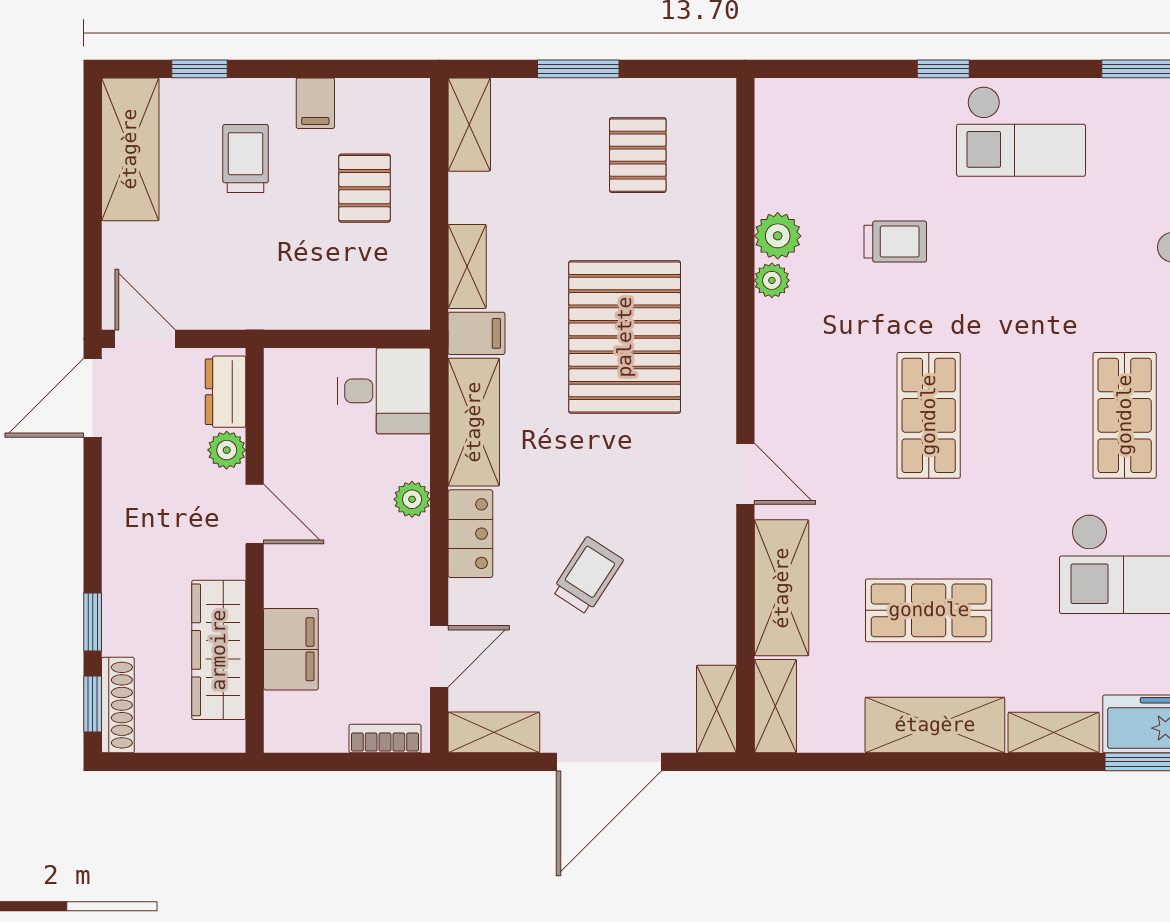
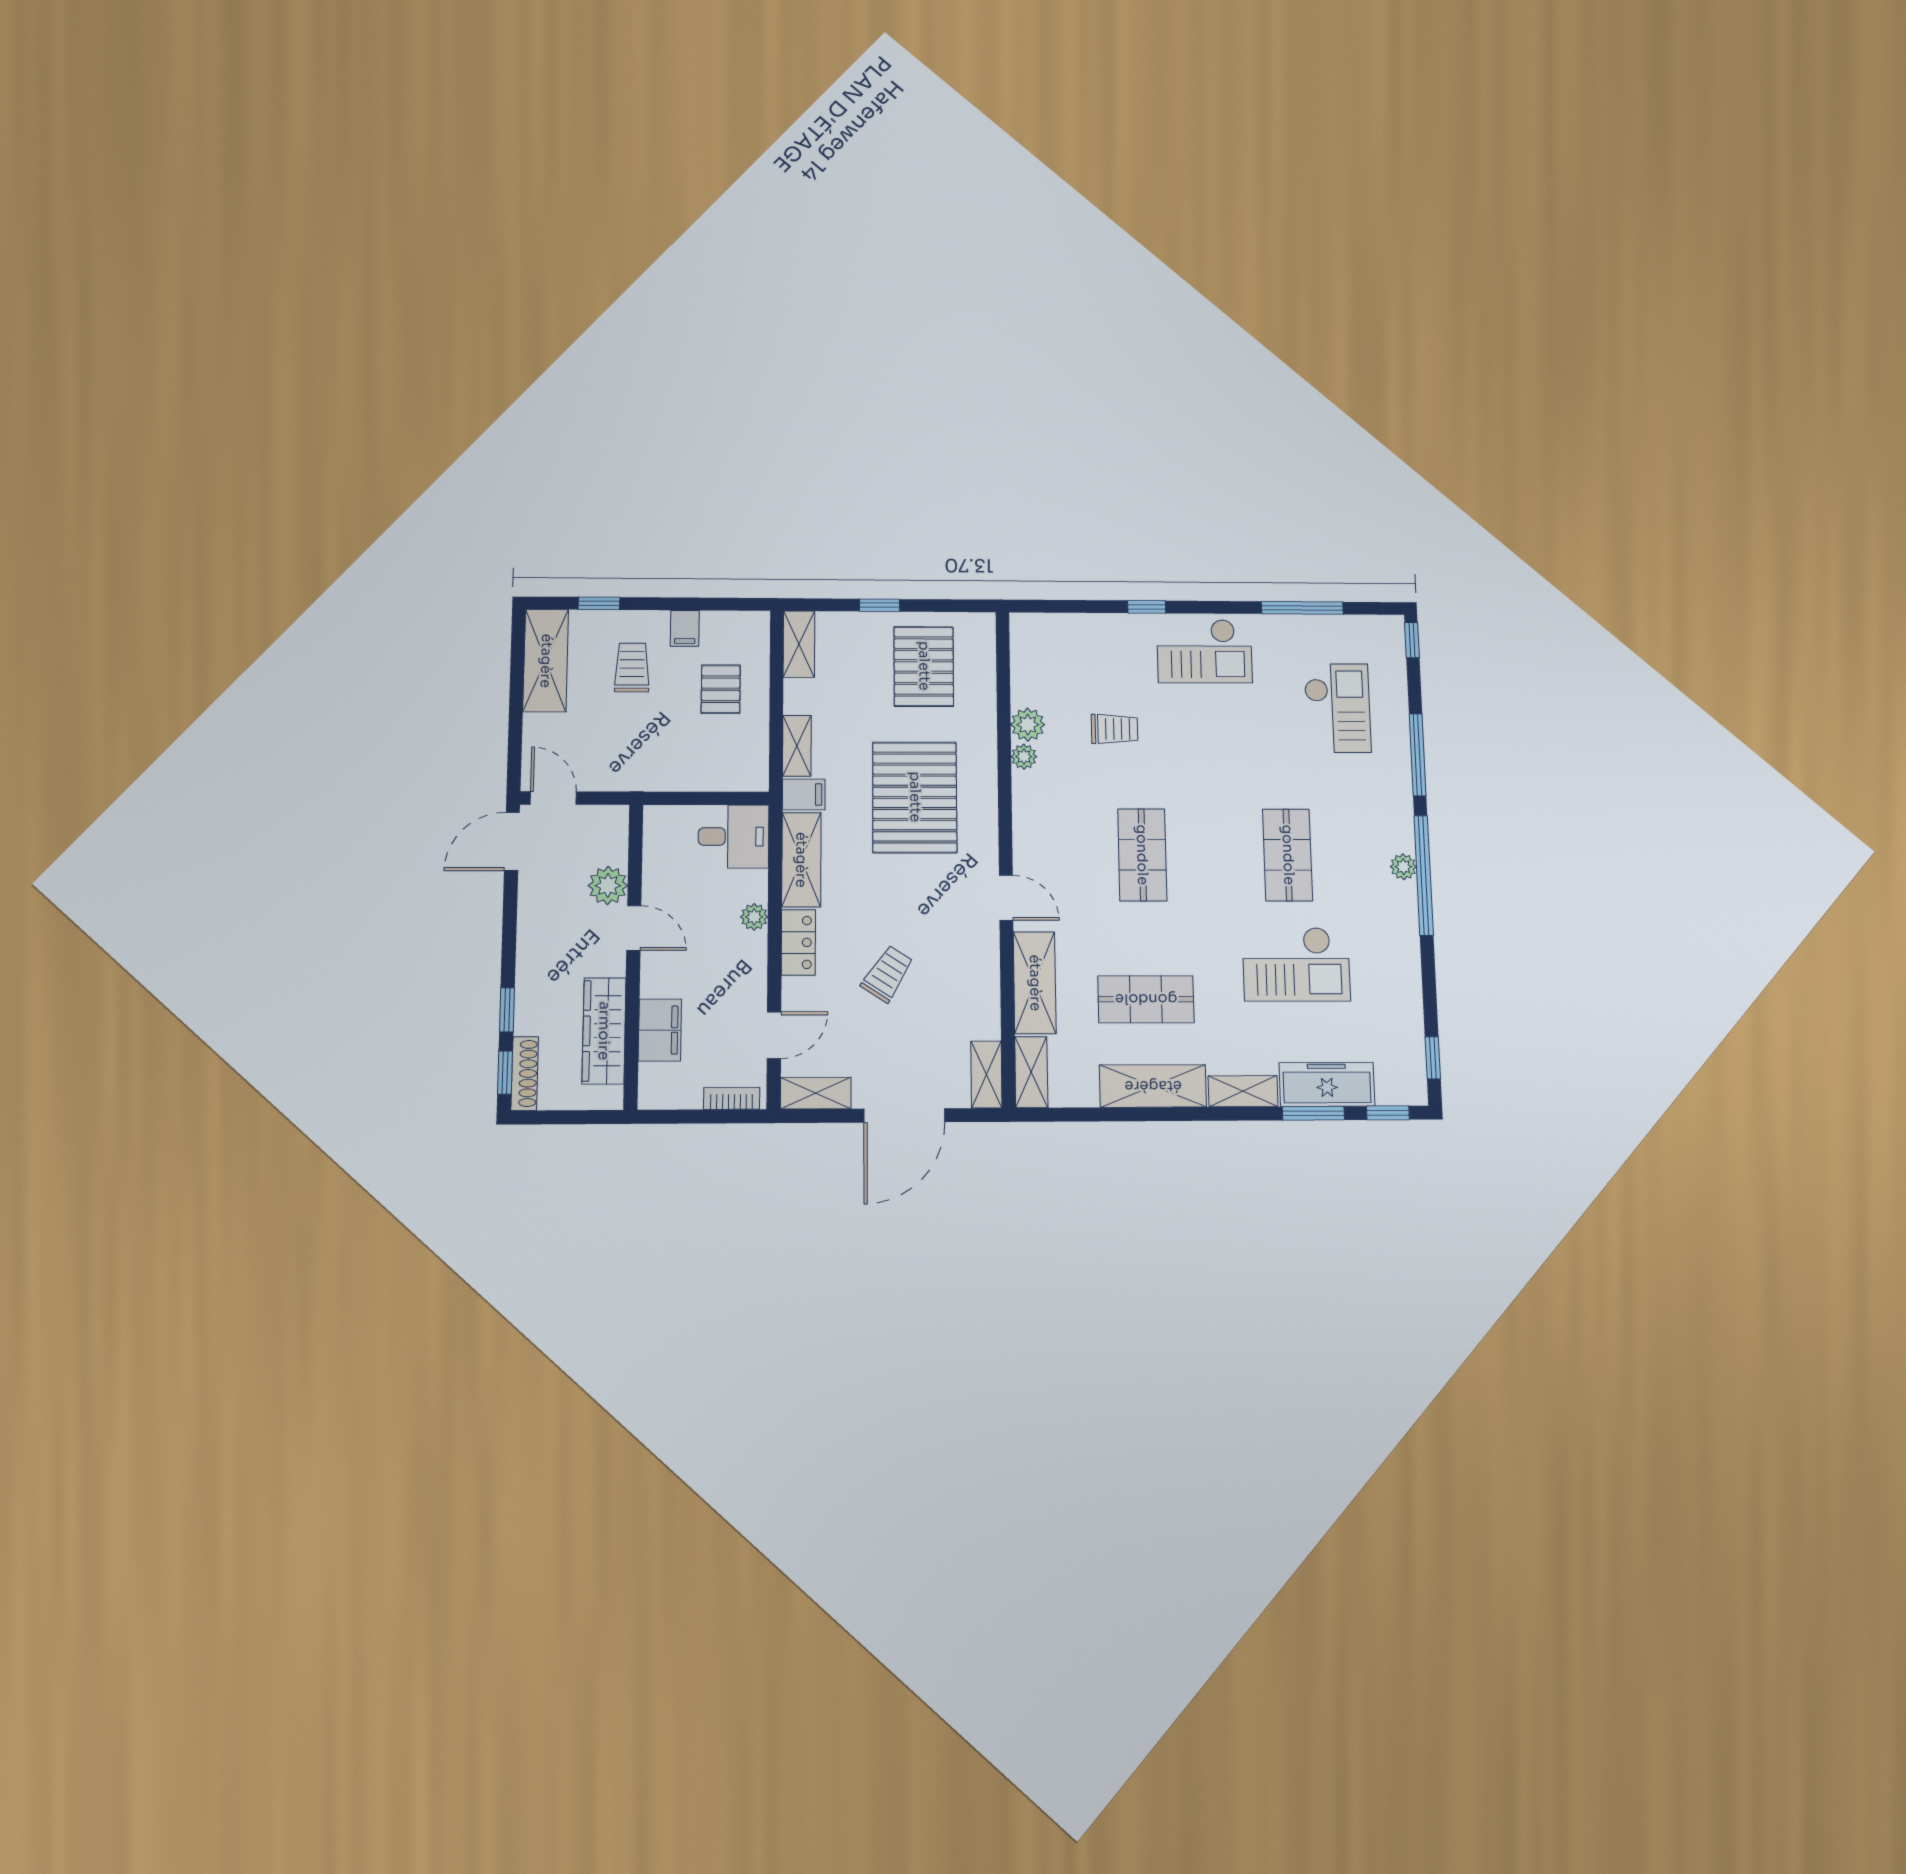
window: (578, 69) -> (880, 605), width x0.67
pallet: (638, 155) -> (924, 666), width x1.50, depth x1.42
dresser: (226, 392) -> (613, 837), removed
plant: (227, 450) -> (608, 886), width x1.38, depth x1.38

